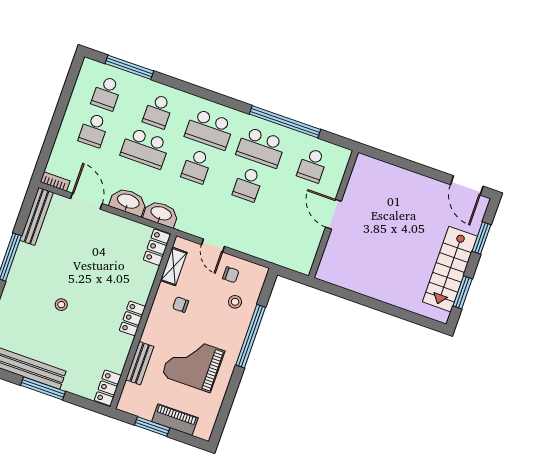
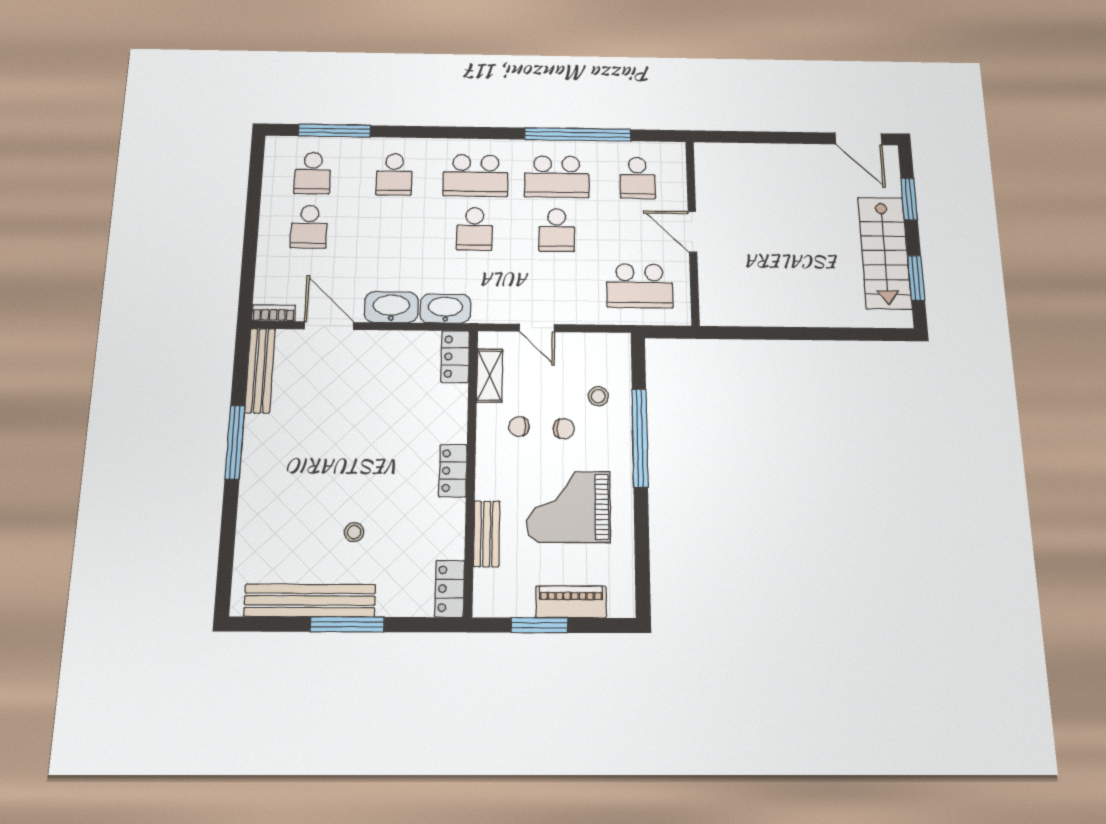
school desk: (145, 148) -> (640, 286), moved
chair: (231, 275) -> (564, 429), moved
stool: (61, 305) -> (354, 532), moved

